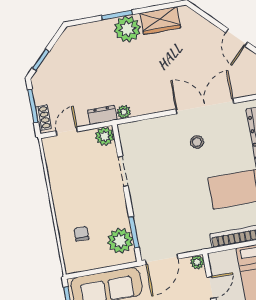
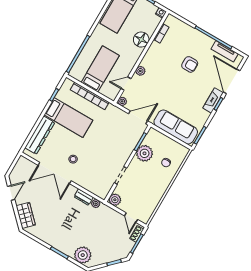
wardrobe: (160, 20) -> (26, 215), moved, turned 45
plant: (127, 29) -> (83, 255), moved
dresser: (102, 115) -> (84, 197), moved
door: (67, 131) -> (131, 218), hinge flipped
plant: (120, 241) -> (145, 153), moved

